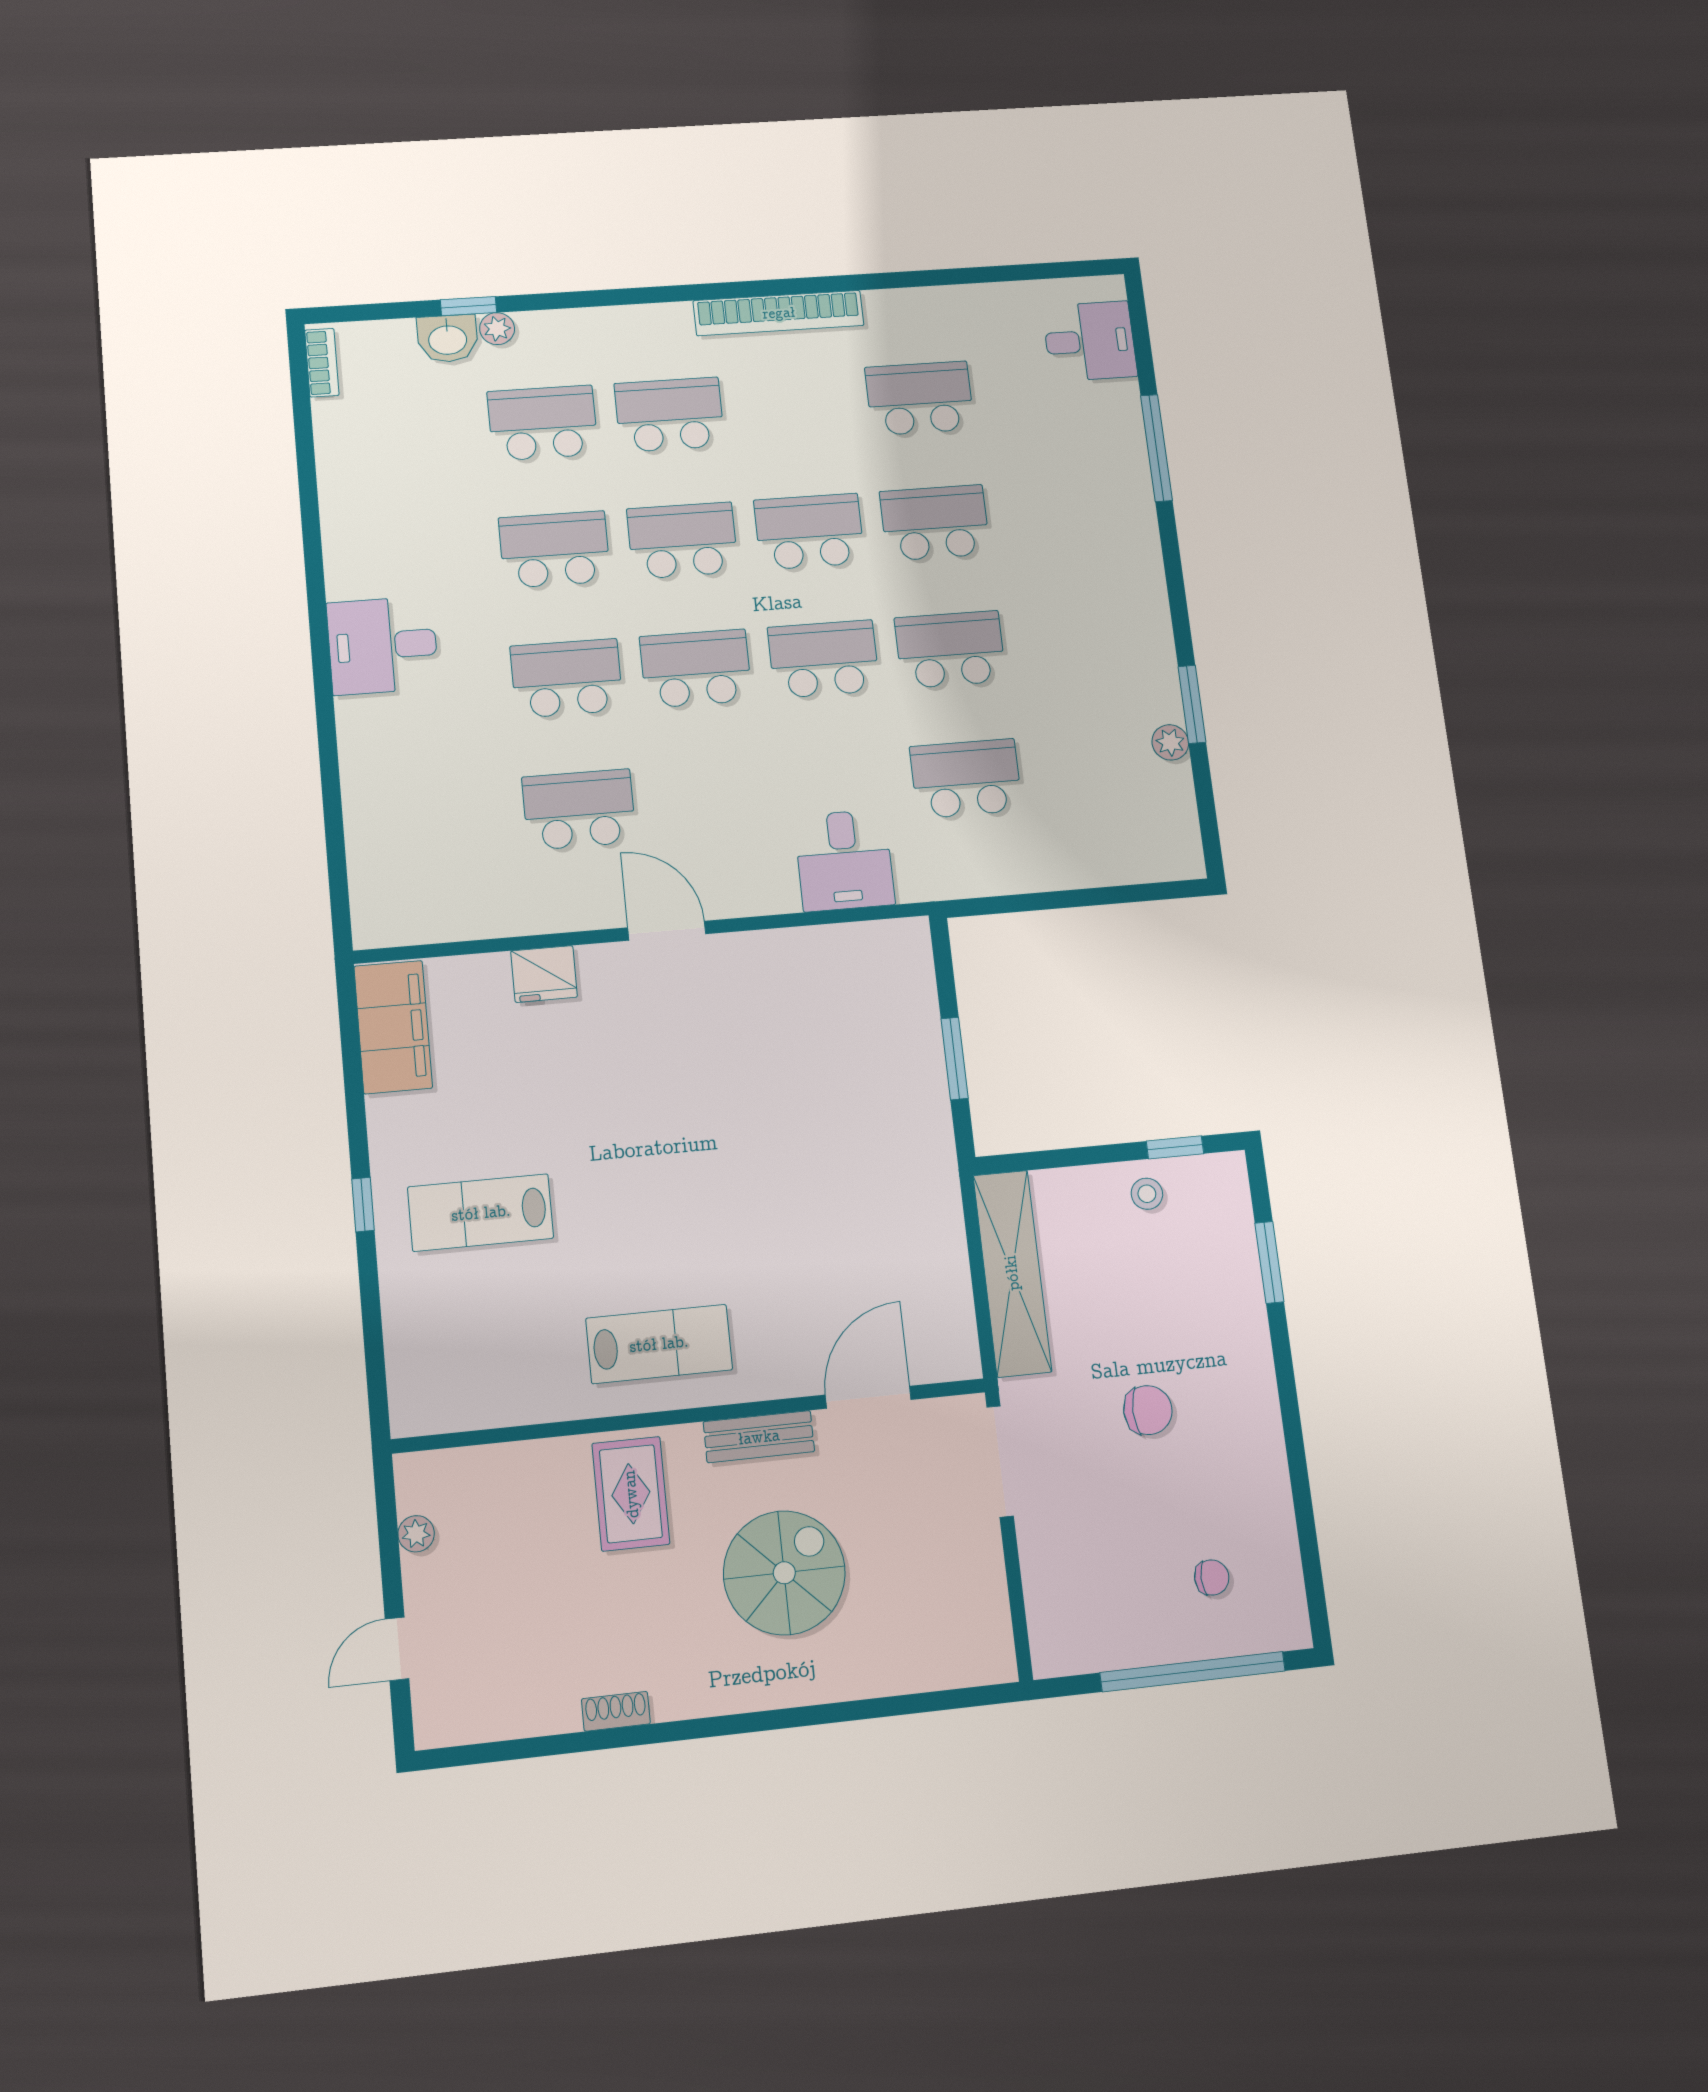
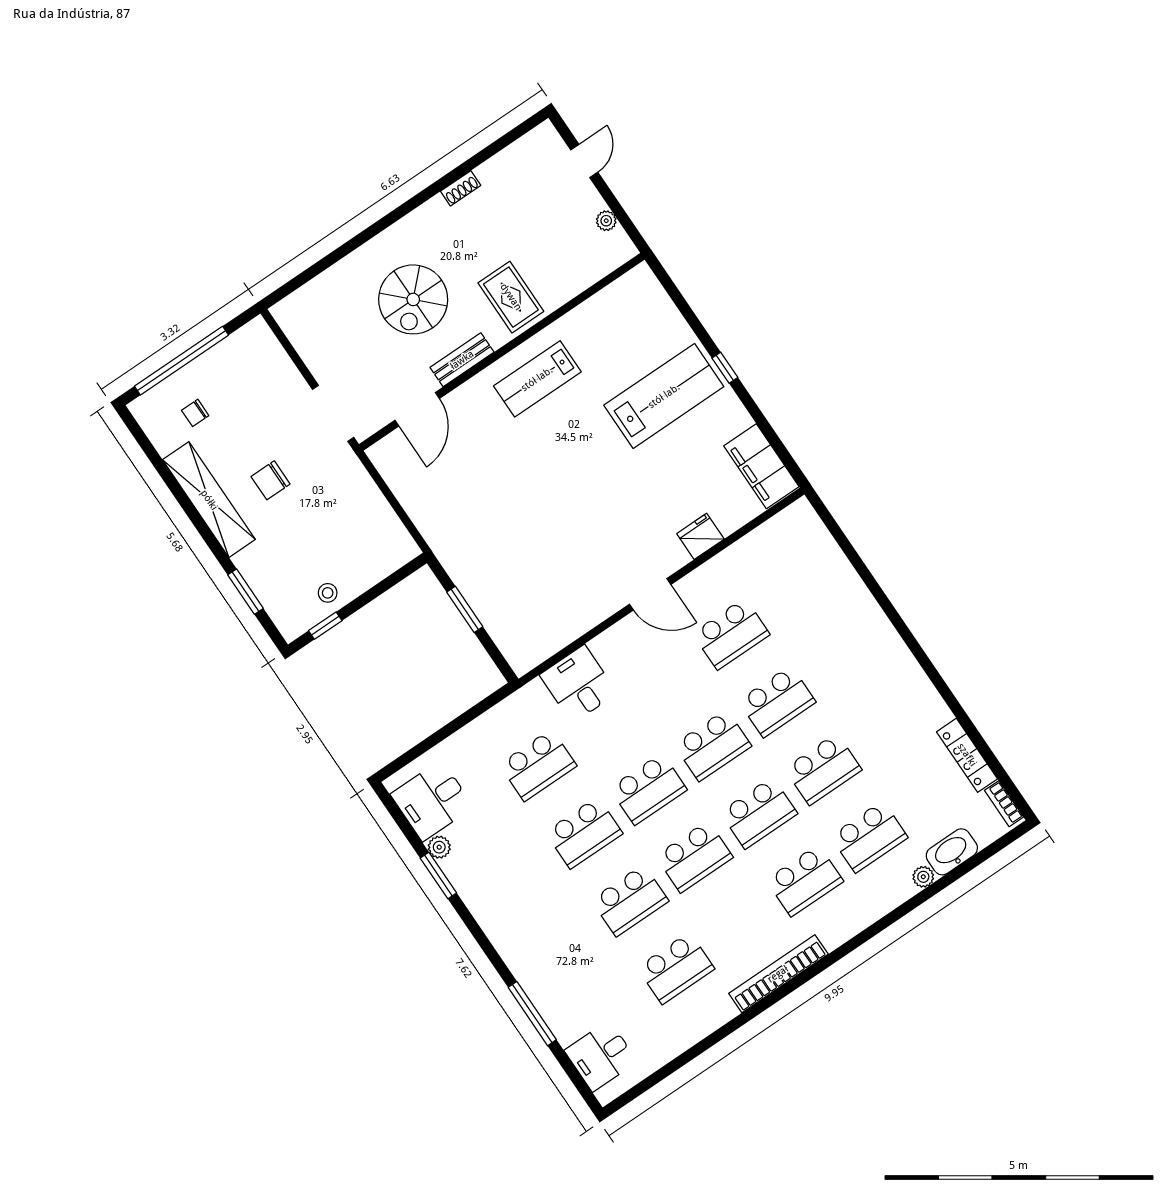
window: (468, 306) -> (946, 881), removed
washbasin: (448, 339) -> (952, 852), width x1.38
locker: (335, 456) -> (967, 755), added
desk: (383, 645) -> (432, 801), moved, turned 180
lab bench: (481, 1213) -> (664, 396), width x1.36, depth x1.39
shelving: (1012, 1273) -> (209, 500), moved

